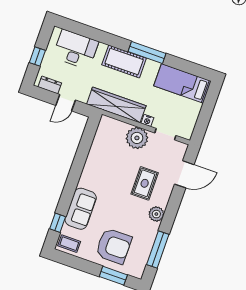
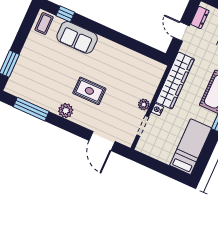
plant: (137, 138) -> (144, 105), width x0.53, depth x0.53
rug: (145, 183) -> (89, 91), moved
armchair: (114, 246) -> (38, 66), removed

